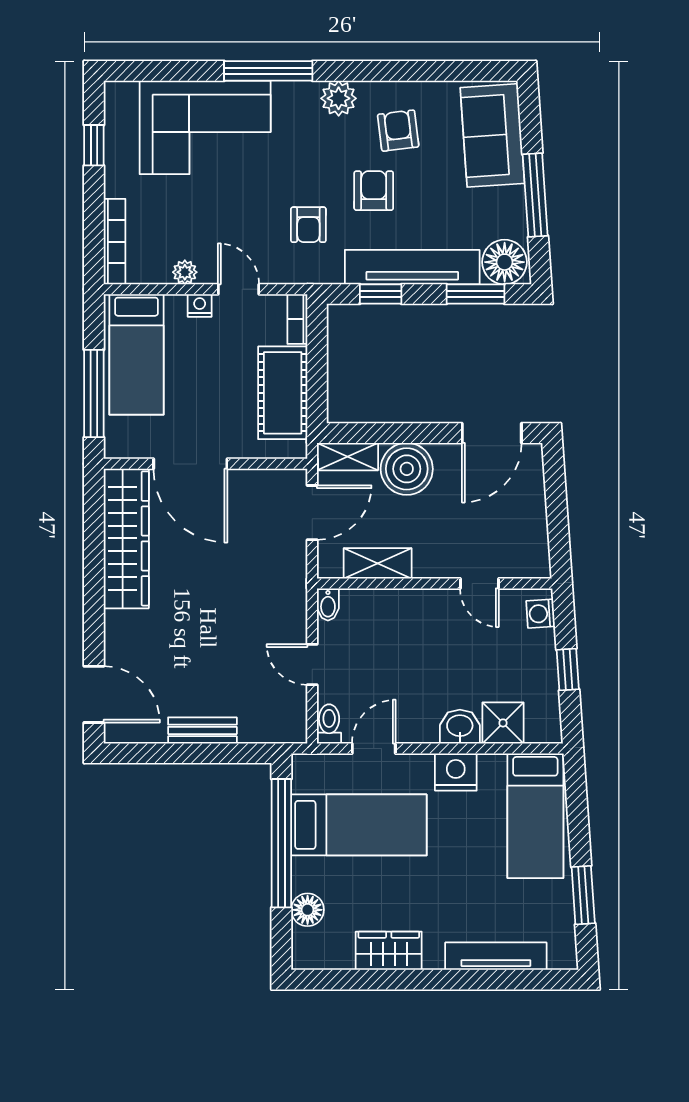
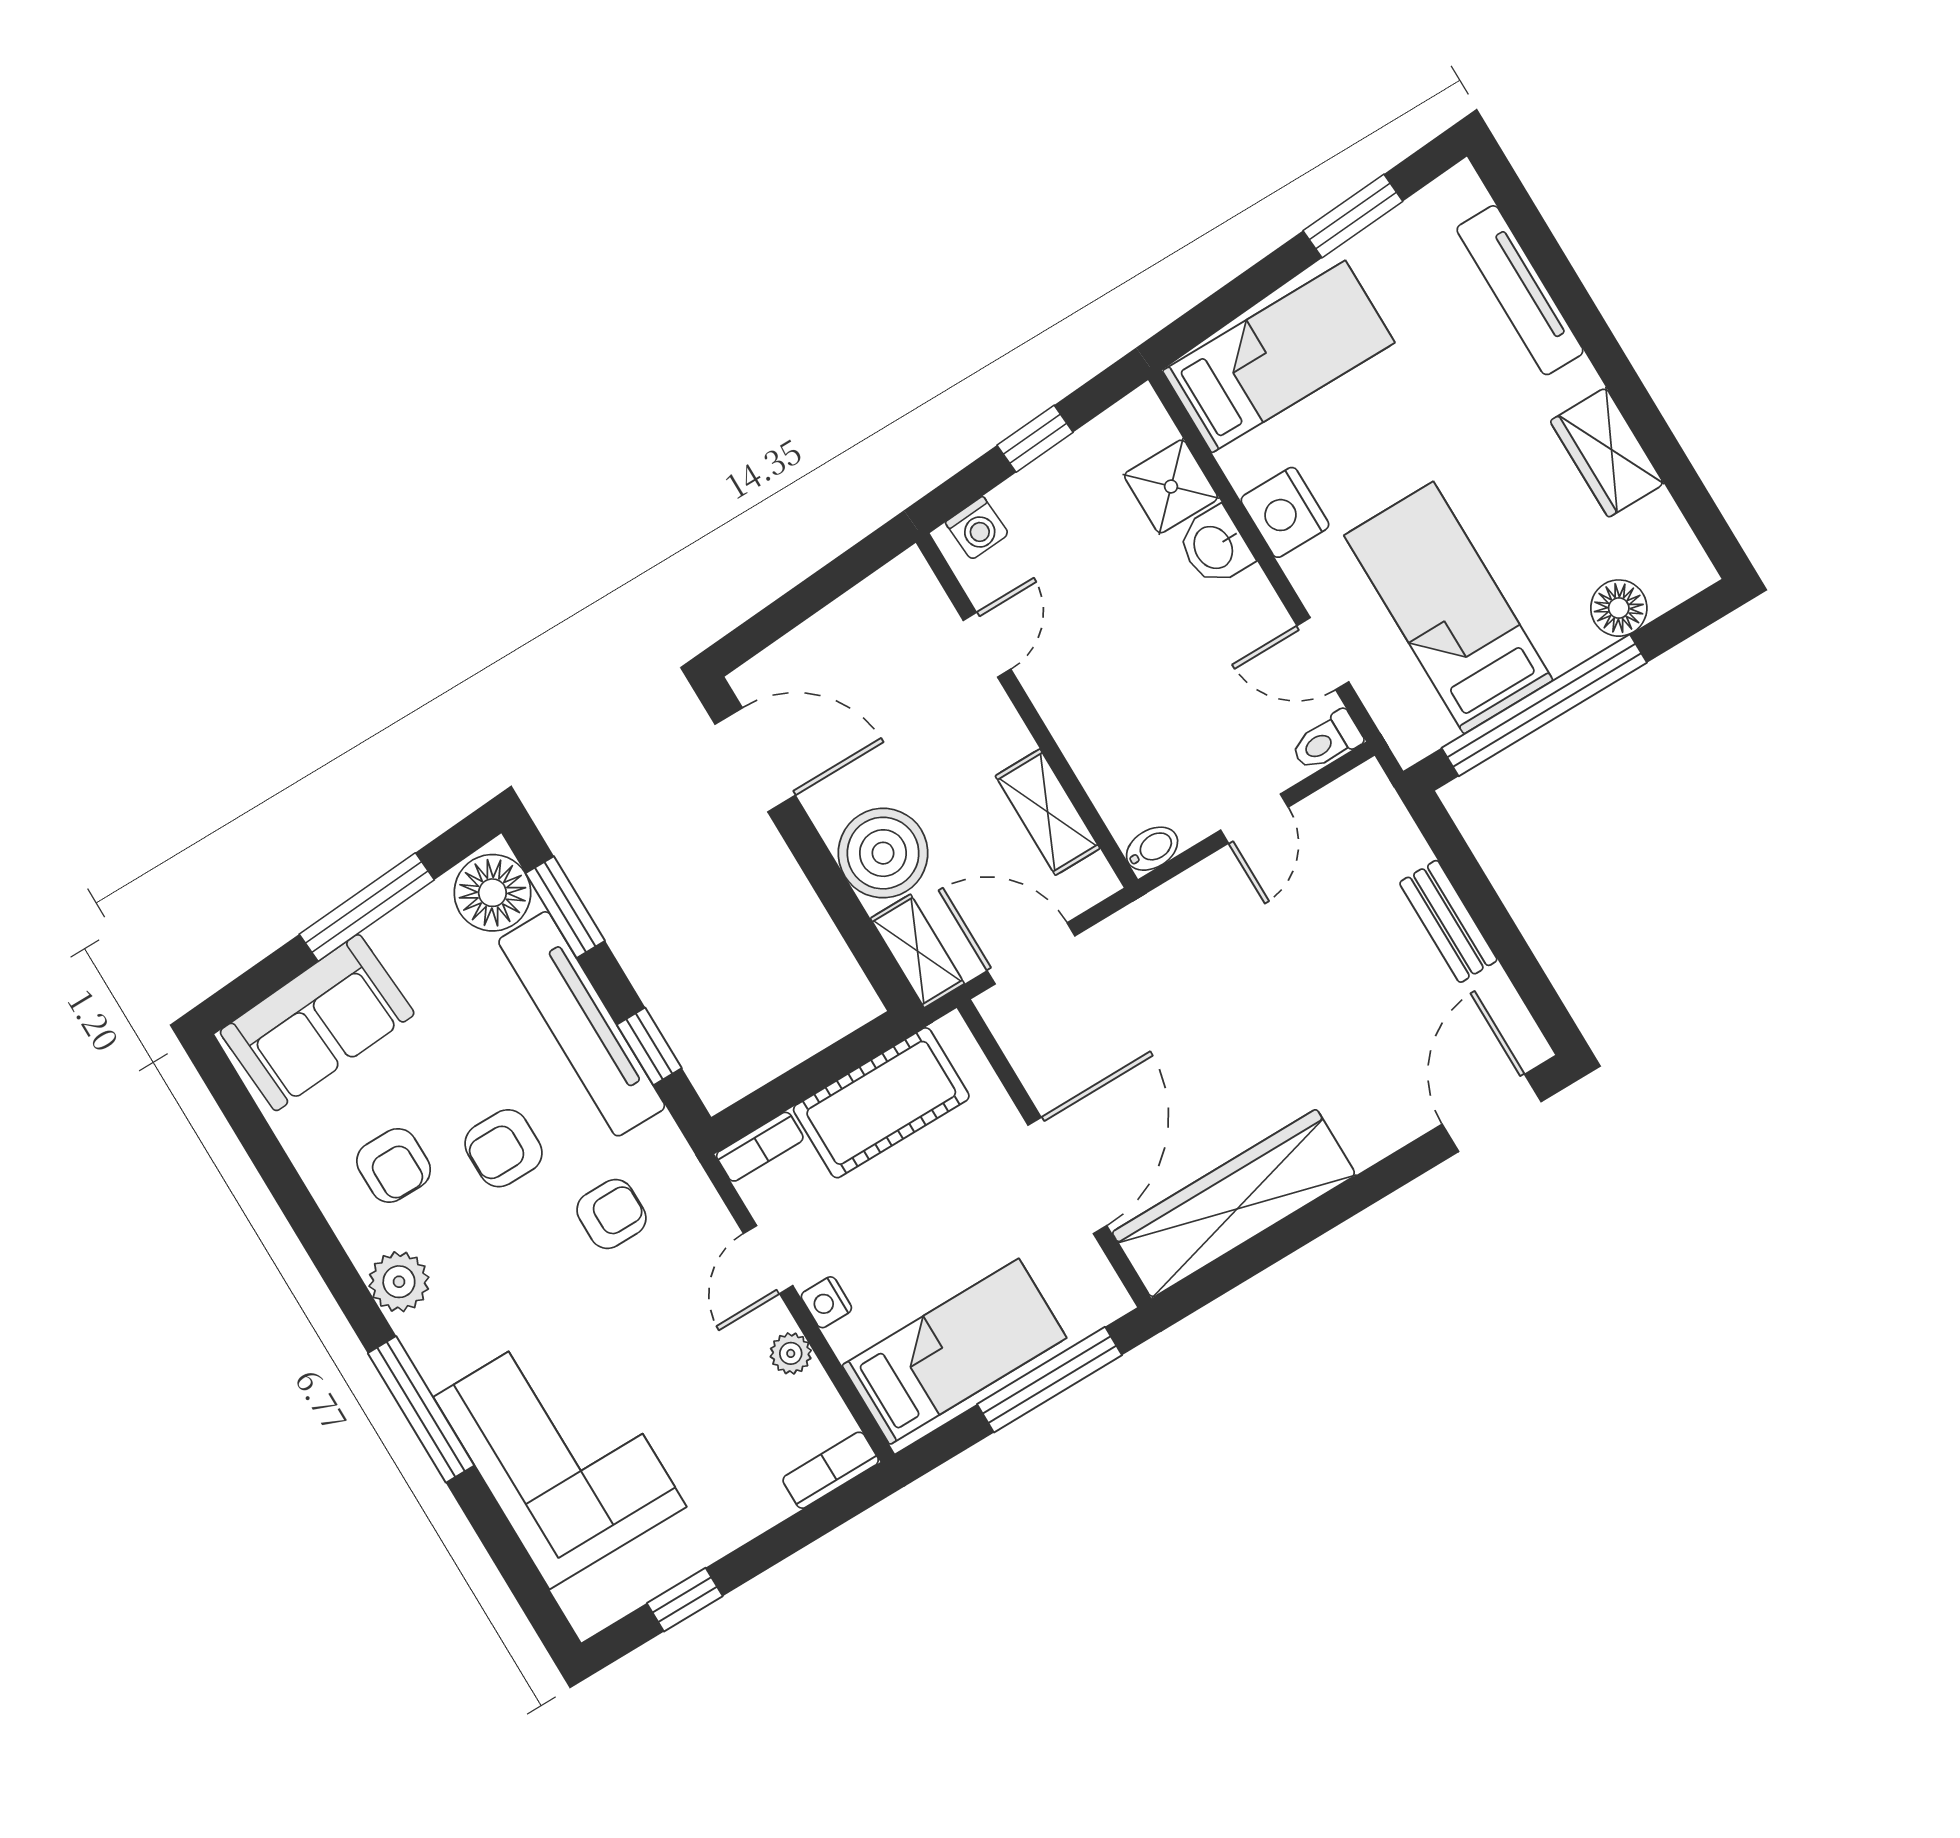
armchair: (398, 131) -> (394, 1165), turned -83
bookcase: (115, 242) -> (831, 1470), width x0.64

